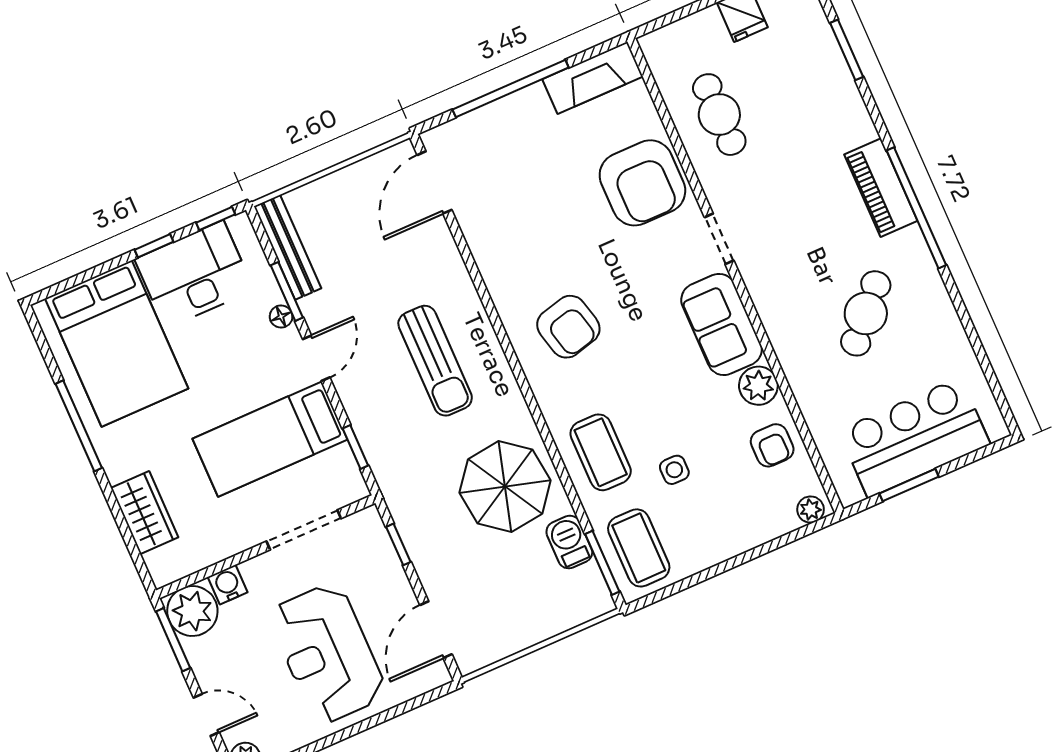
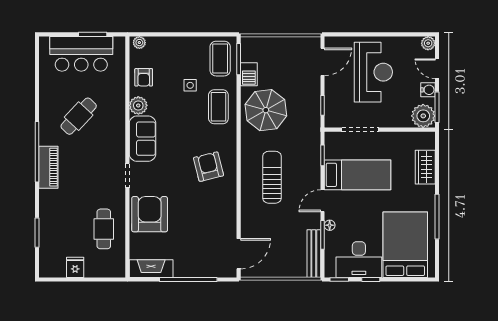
armchair: (772, 445) -> (144, 77), turned 180
water cooler: (228, 585) -> (428, 90), moved, turned -90

